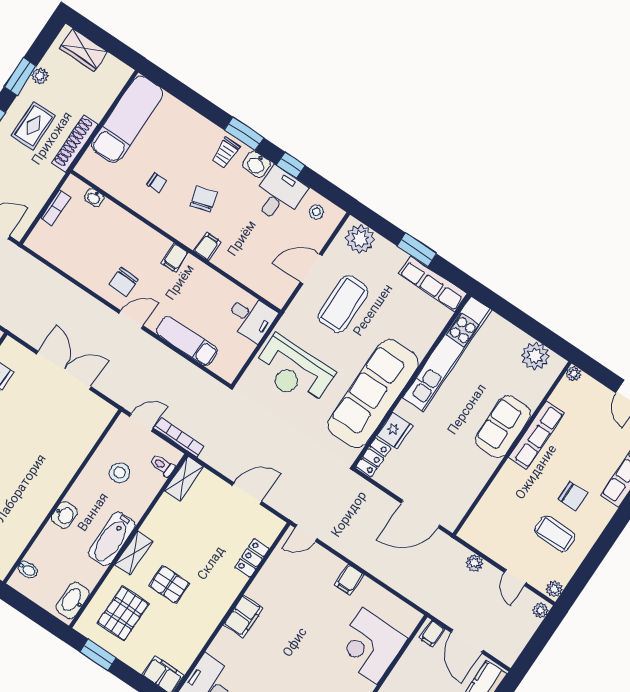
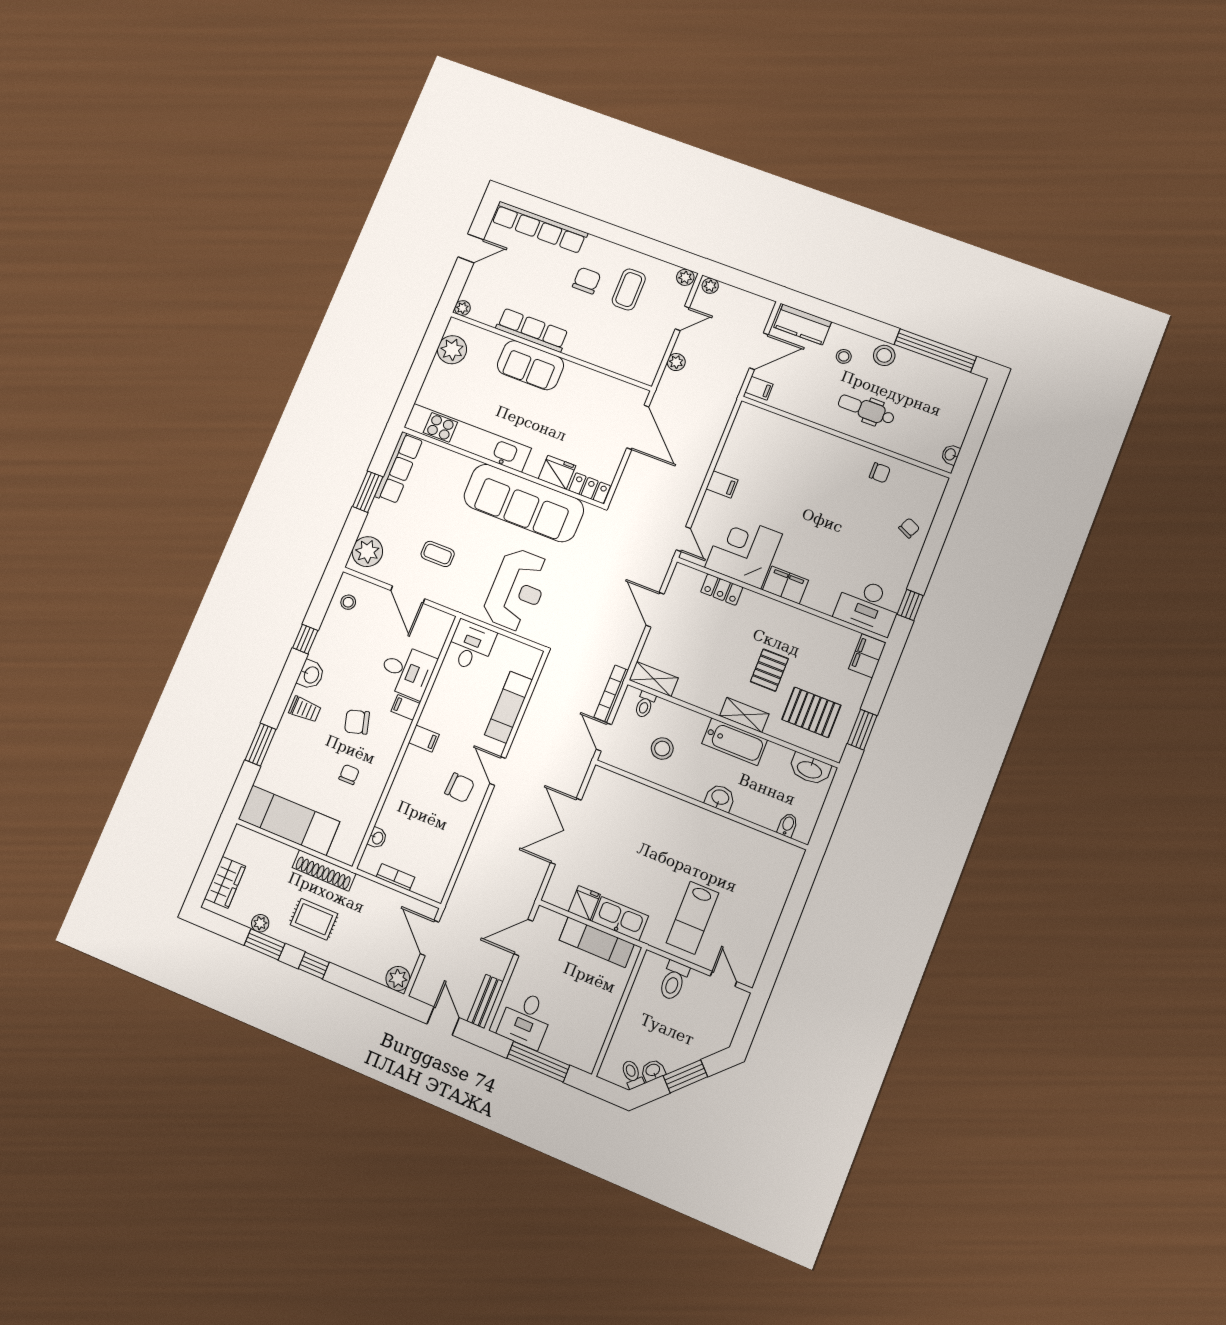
window: (244, 134) -> (261, 745), moved
desk: (279, 195) -> (407, 671), moved, turned 180
coffee table: (343, 304) -> (438, 554), width x0.54, depth x0.58
corner desk: (370, 646) -> (743, 551), moved, turned 180

